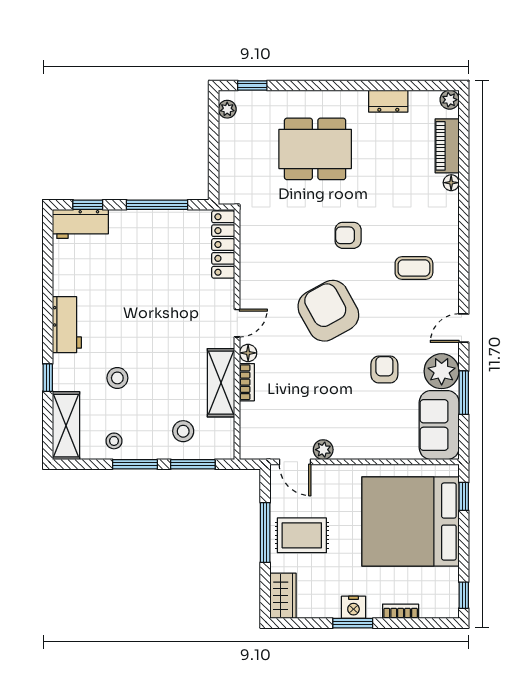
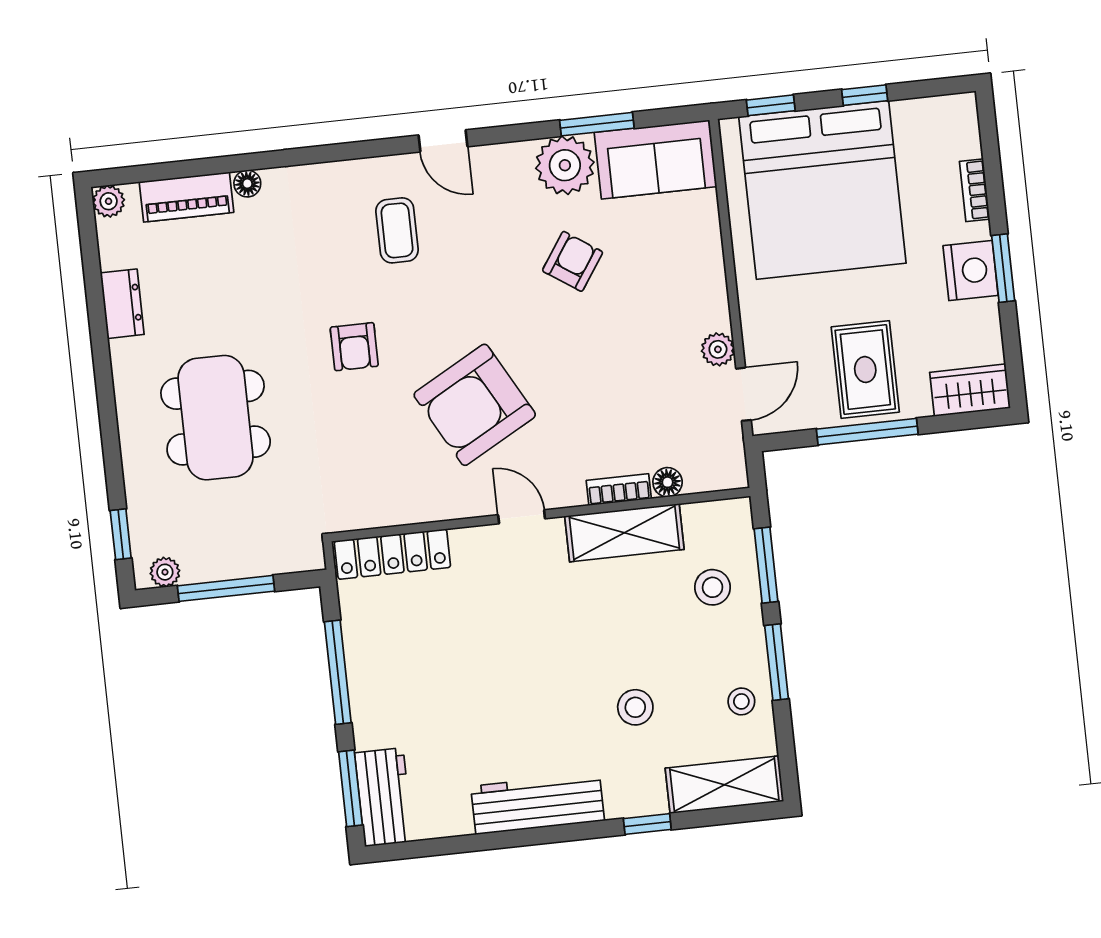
window: (214, 144) -> (226, 588), added
window: (88, 205) -> (350, 788), width x1.50
armchair: (328, 311) -> (475, 405), moved
workbench: (67, 325) -> (538, 804), width x1.38
door: (464, 328) -> (443, 141), moved
floor lamp: (248, 353) -> (668, 482), moved
armchair: (384, 370) -> (573, 261), turned 124
window: (464, 595) -> (865, 95), moved
nightstand: (353, 607) -> (971, 271), width x1.36, depth x1.33

